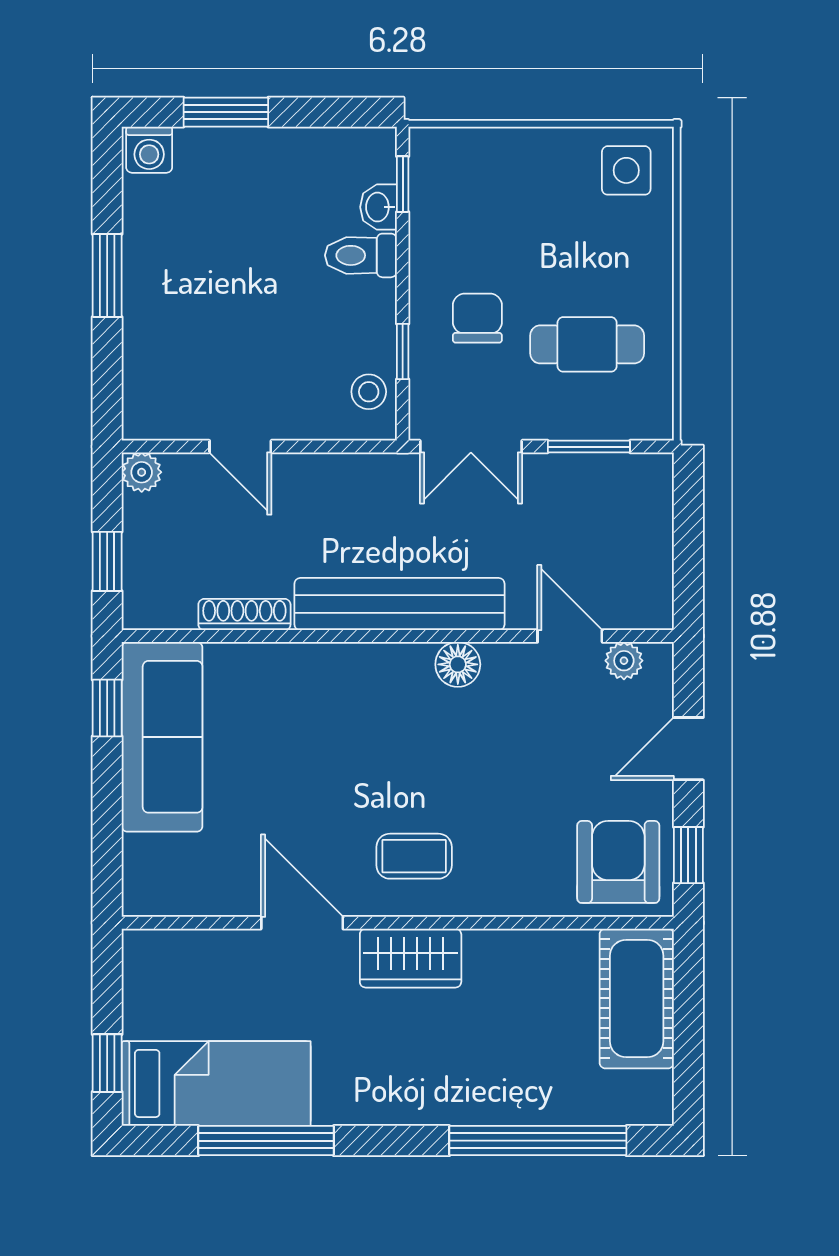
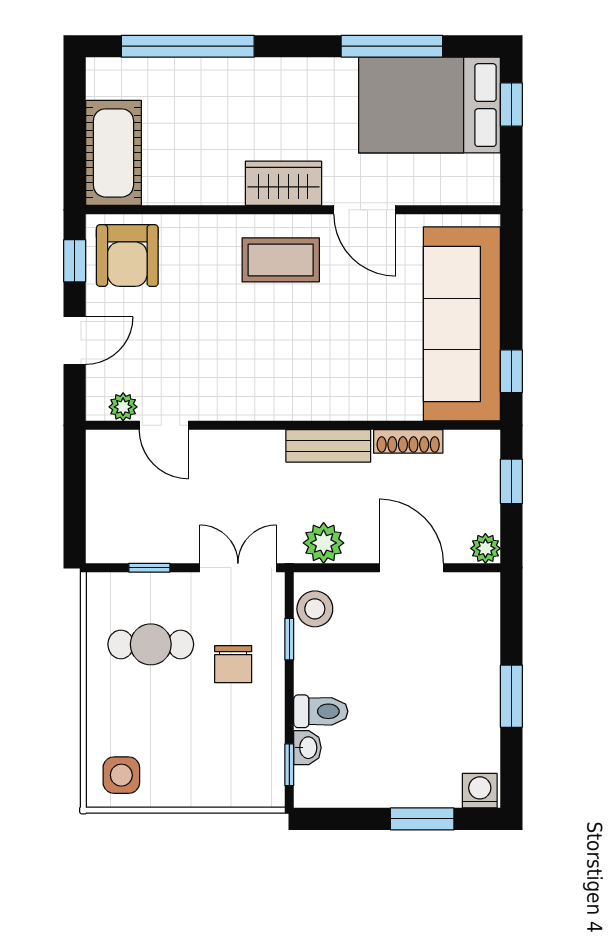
stool: (369, 392) -> (315, 609), width x1.37, depth x1.37
door: (240, 447) -> (411, 568), width x1.38
window: (589, 447) -> (149, 568), width x0.67
plant: (357, 480) -> (324, 543), added
bench: (399, 604) -> (328, 446), width x0.54, depth x0.82
floor lamp: (458, 664) -> (248, 404), removed
sofa: (162, 737) -> (462, 324), width x1.36, depth x1.27
coffee table: (414, 856) -> (281, 260), width x1.36, depth x1.30
bed: (216, 1083) -> (429, 105), width x1.50

